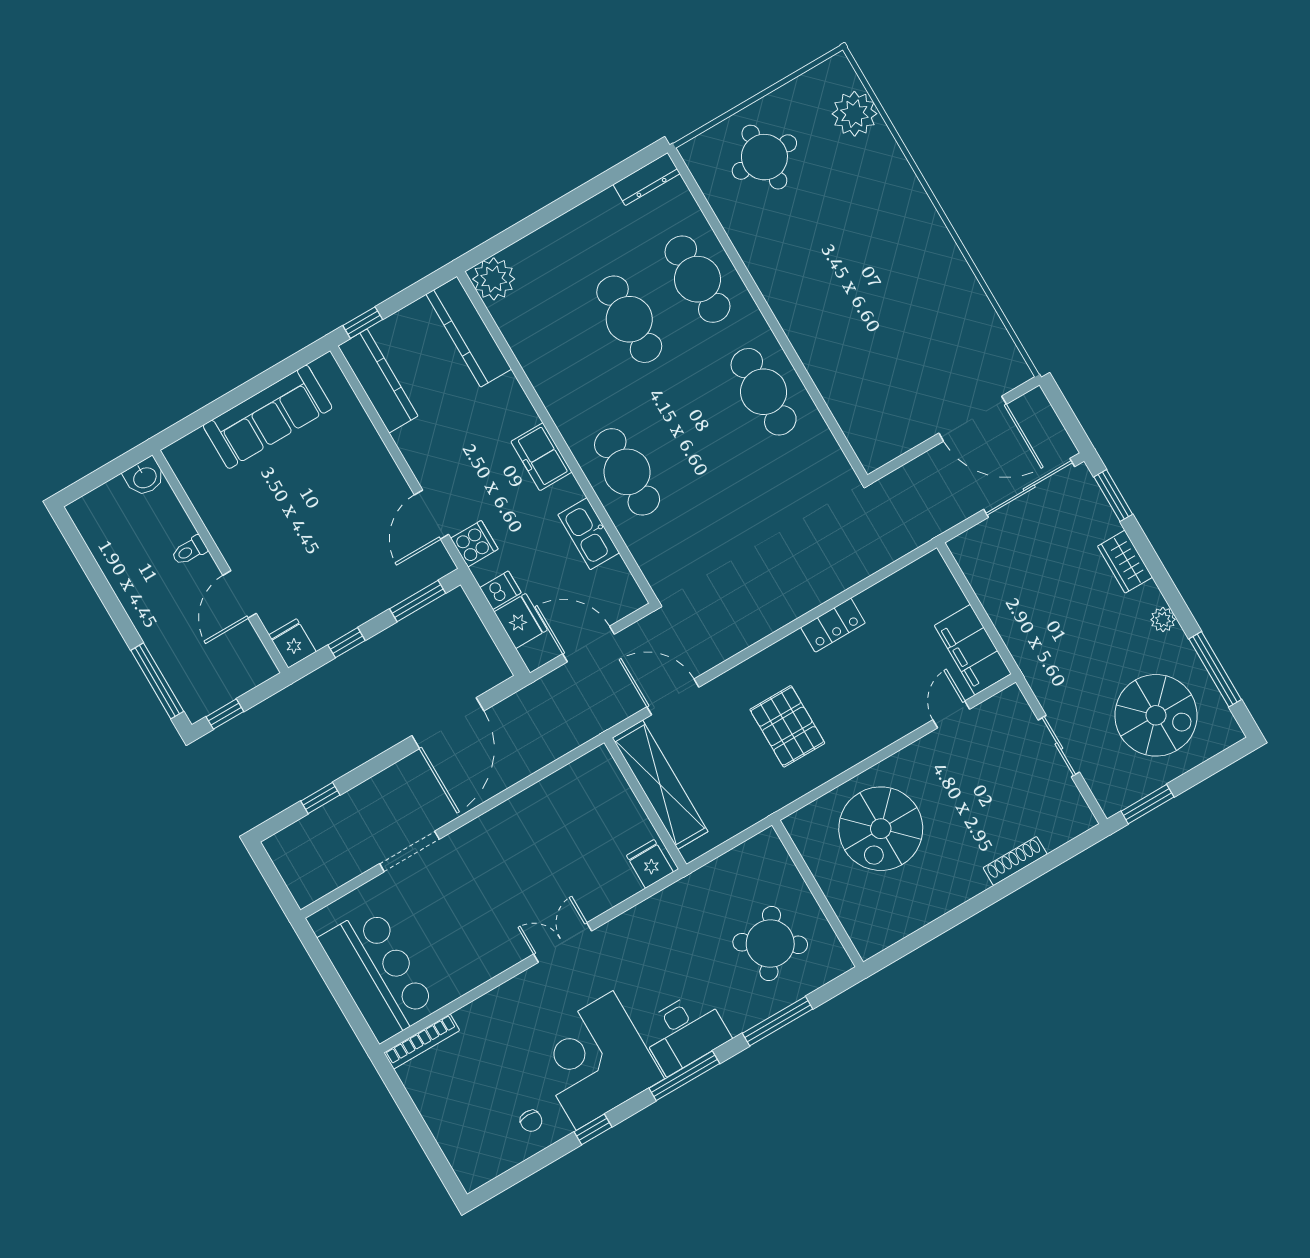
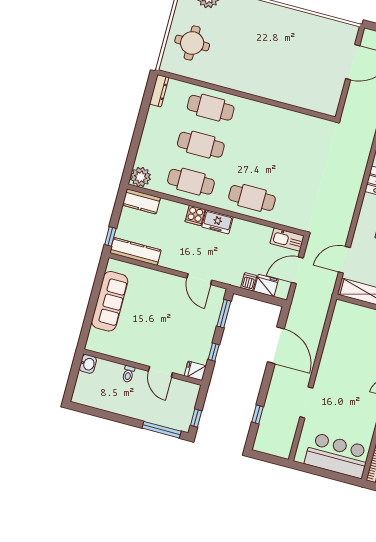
kitchen counter: (469, 332) -> (141, 201), width x0.67
cafe table: (764, 392) -> (191, 182), moved
kitchen sink: (589, 534) -> (287, 240), moved
cooker: (474, 544) -> (195, 215), moved, turned 180

